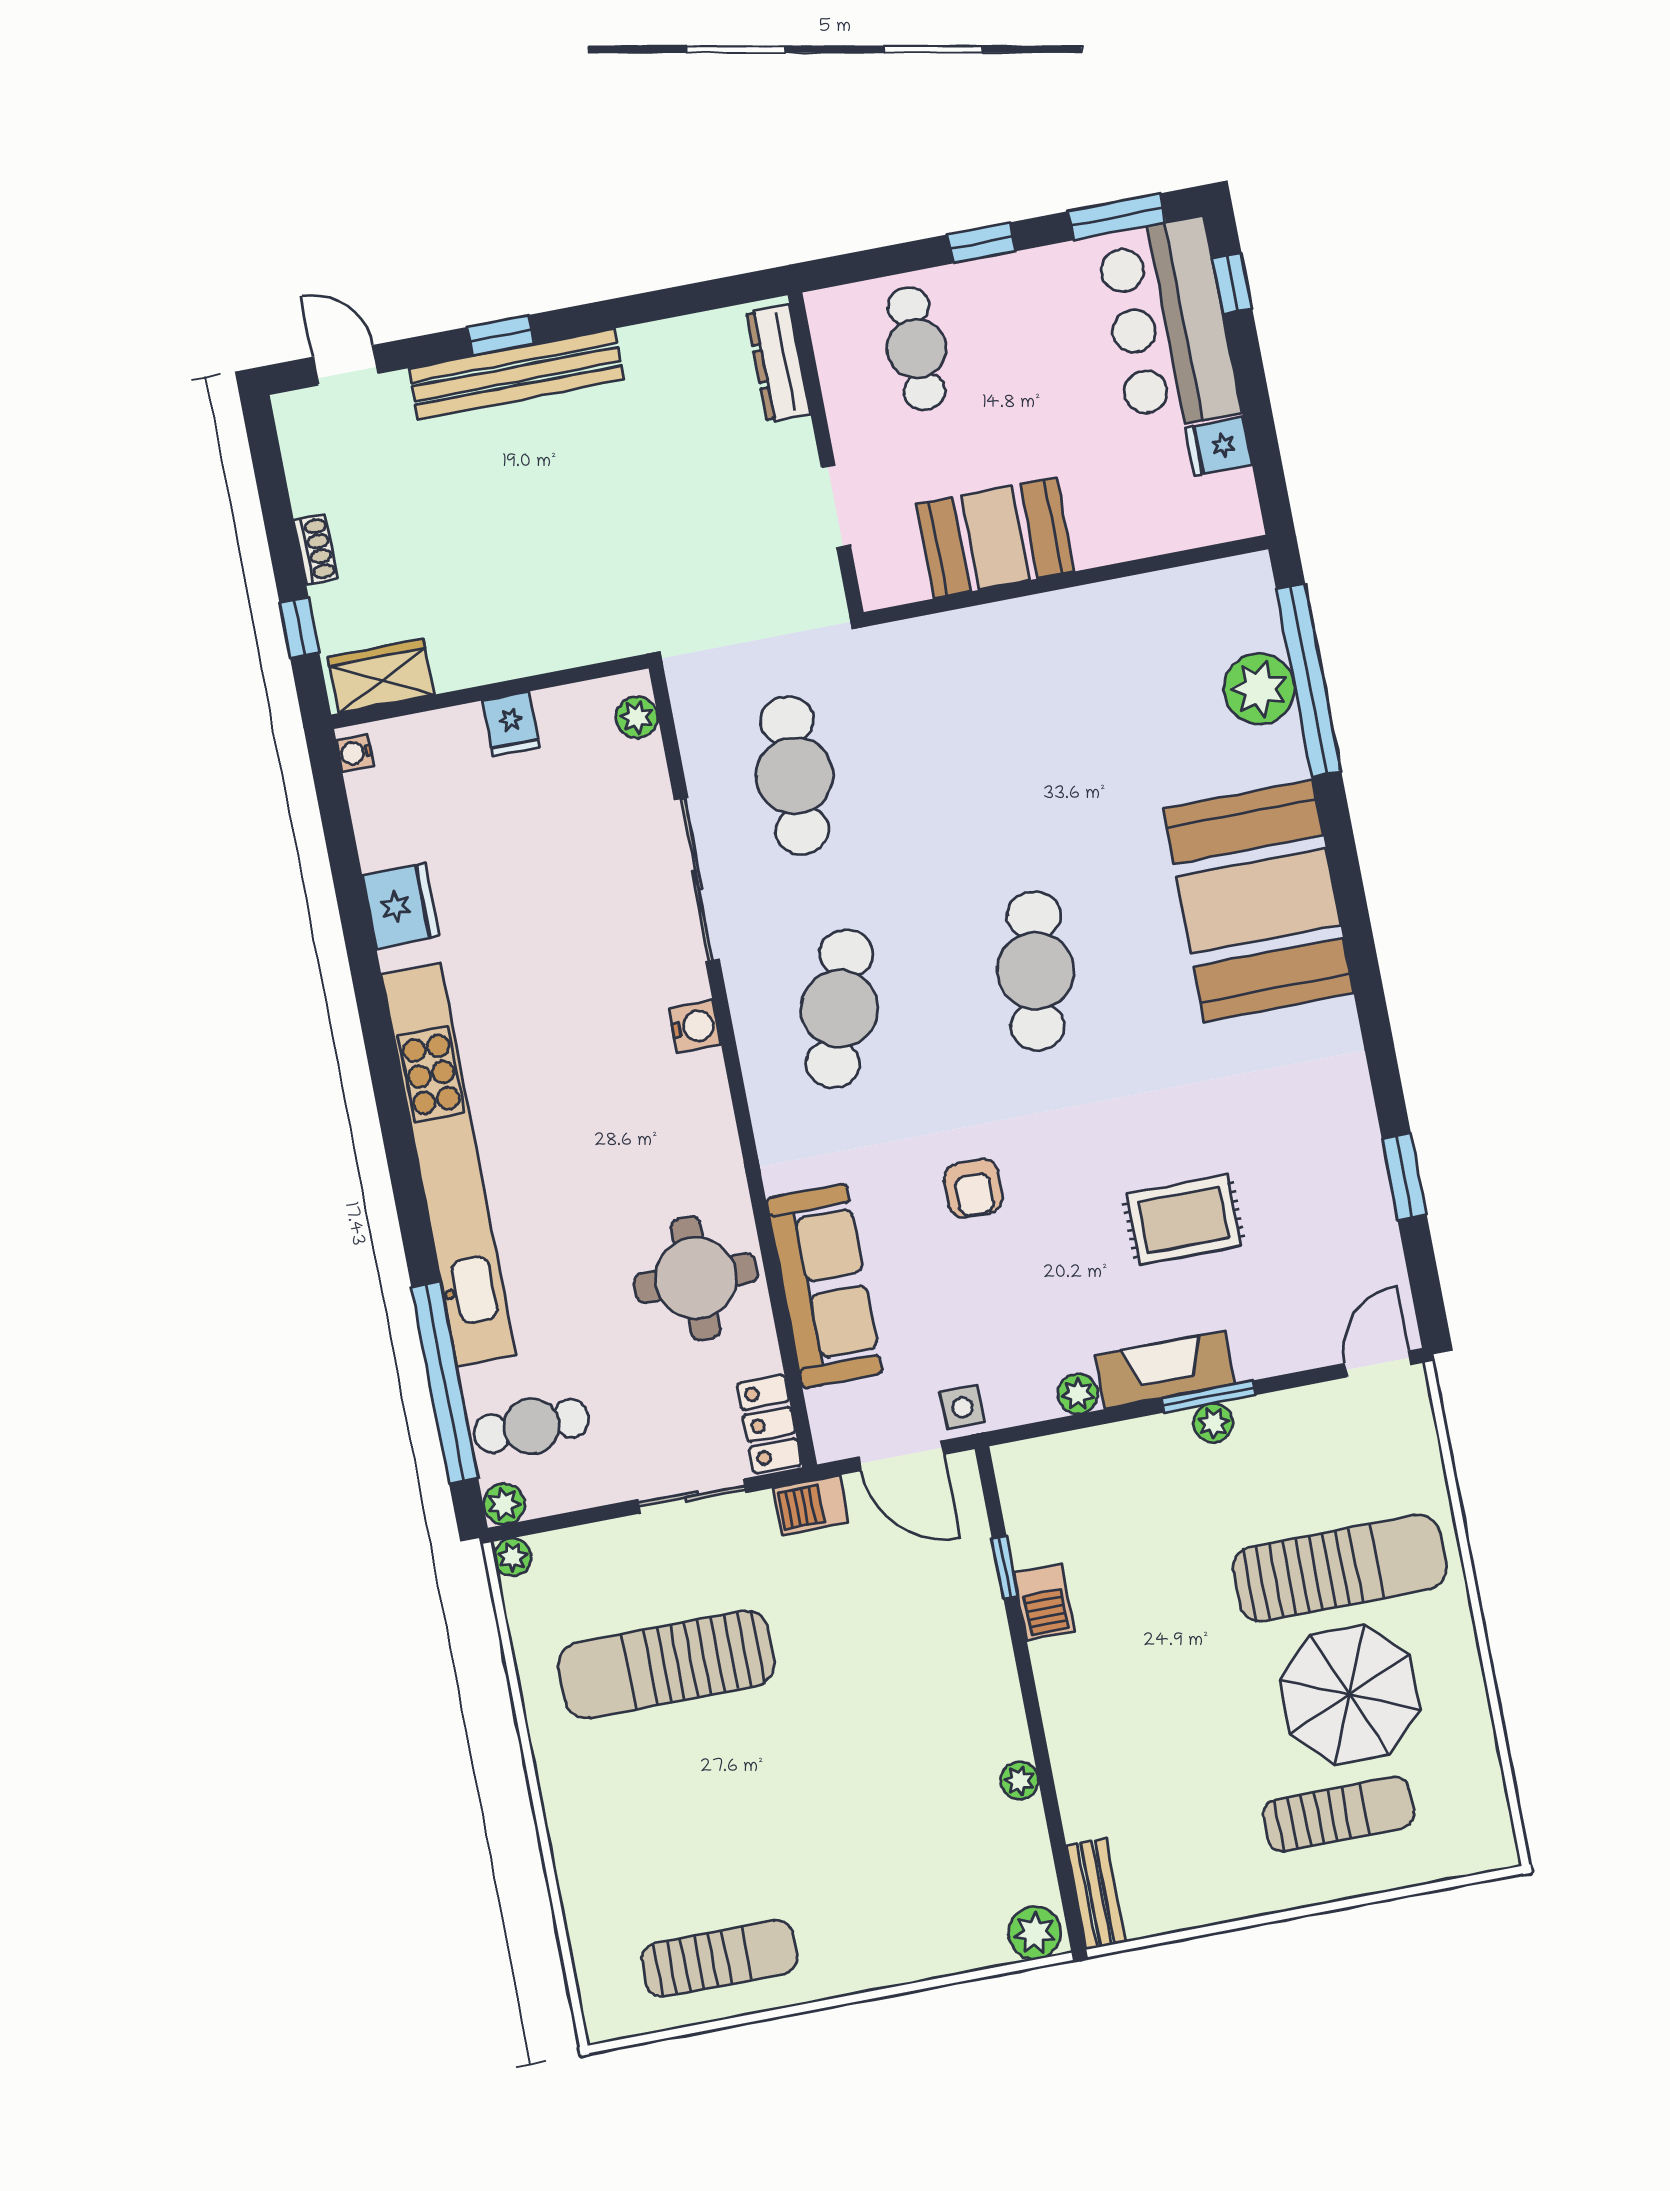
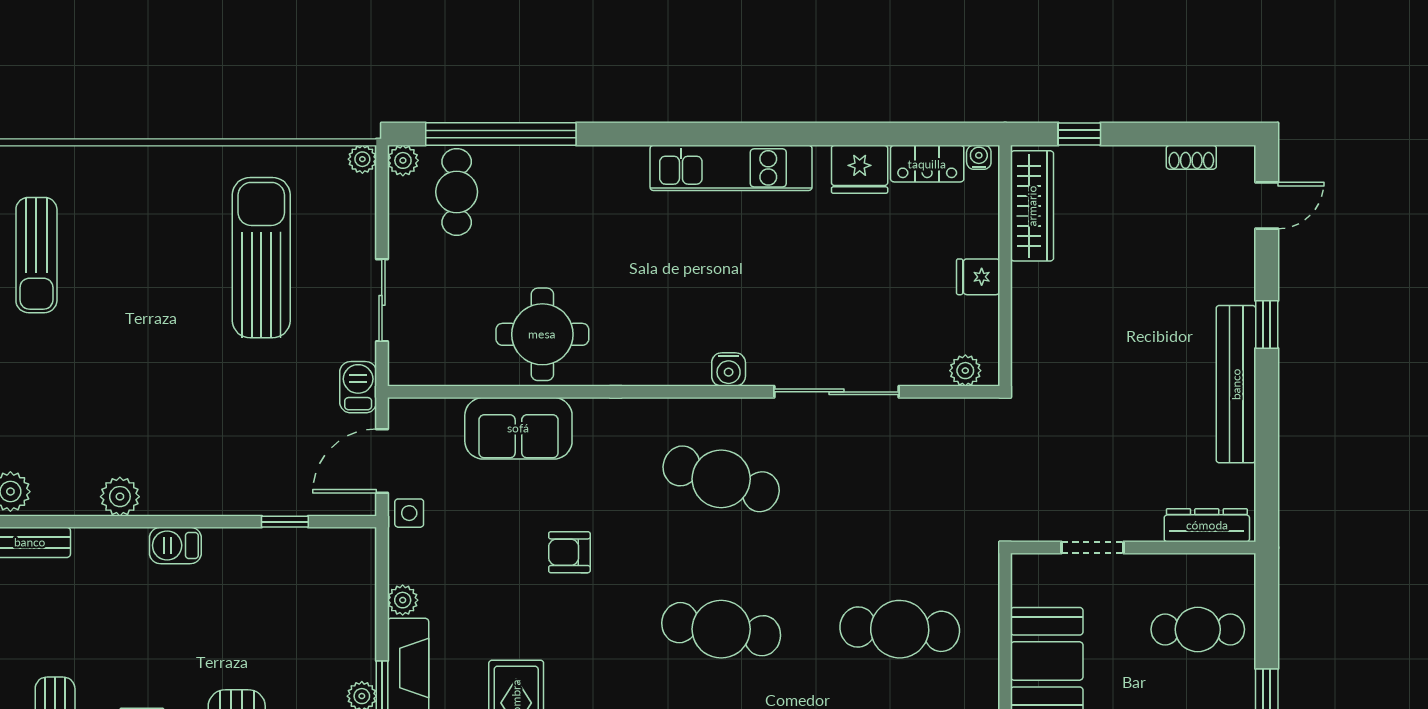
bench: (516, 374) -> (1236, 384), moved
shoe rack: (316, 549) -> (1191, 157), moved
wardrobe: (381, 676) -> (1032, 206), width x1.50
cafe table: (795, 776) -> (900, 629), moved
kitchen unit: (449, 1164) -> (731, 168), width x0.54
sofa: (824, 1286) -> (518, 428), width x0.73
locker: (769, 1424) -> (927, 164), moved, turned 180
barbecue: (1044, 1602) -> (175, 545), moved
plant: (1019, 1781) -> (120, 497), width x1.38, depth x1.38

